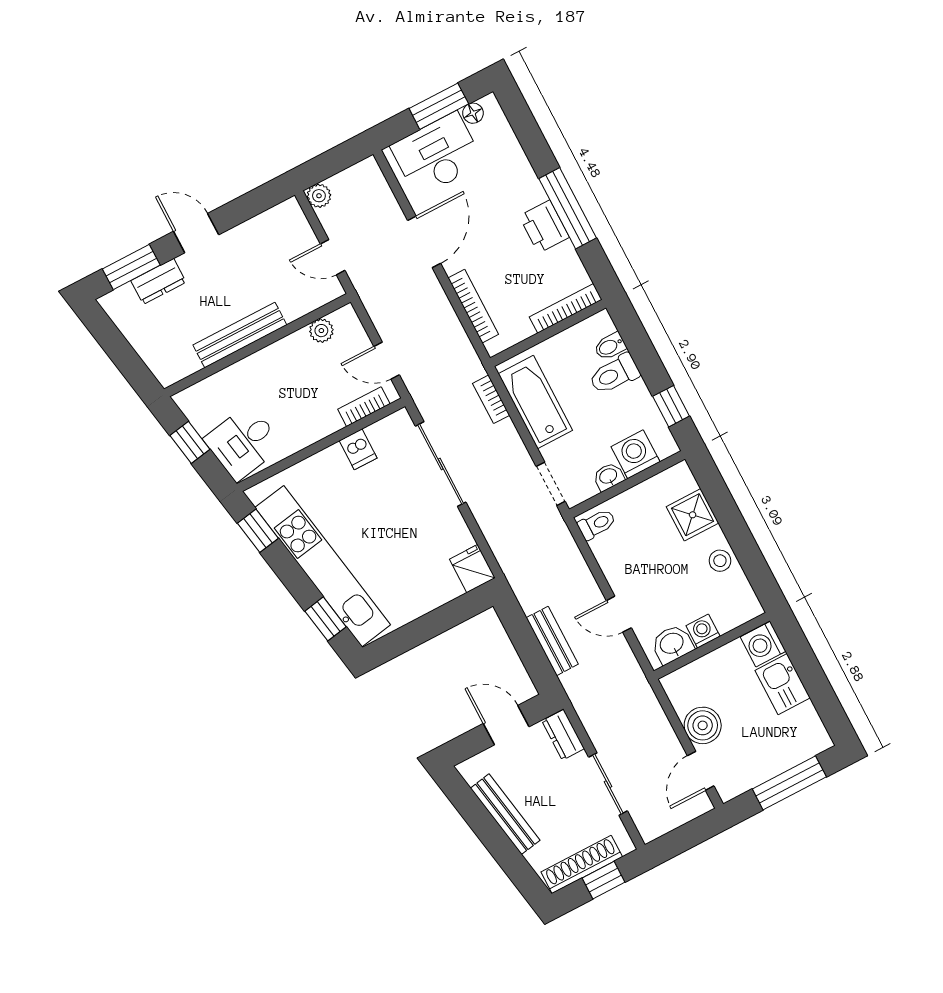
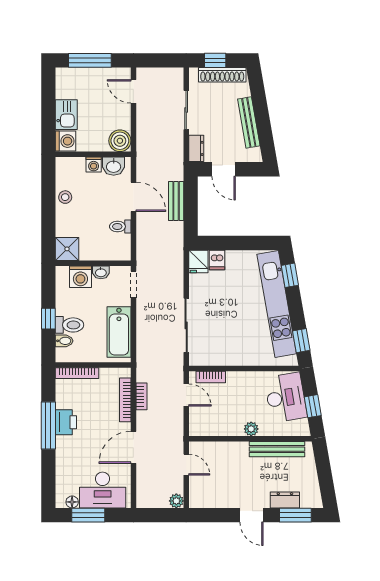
plant: (321, 331) -> (251, 429), moved
bench: (240, 335) -> (277, 449), moved
bookcase: (491, 399) -> (142, 396), moved
window: (671, 406) -> (48, 319), moved
desk: (243, 442) -> (286, 398), width x1.37
dishwasher: (358, 449) -> (217, 260), moved, turned 180
shower: (693, 515) -> (67, 249), moved
toilet: (597, 524) -> (120, 226), moved
door: (619, 614) -> (133, 197), width x1.37
boiler: (703, 725) -> (120, 141), moved
door: (701, 771) -> (133, 91), swing flipped

